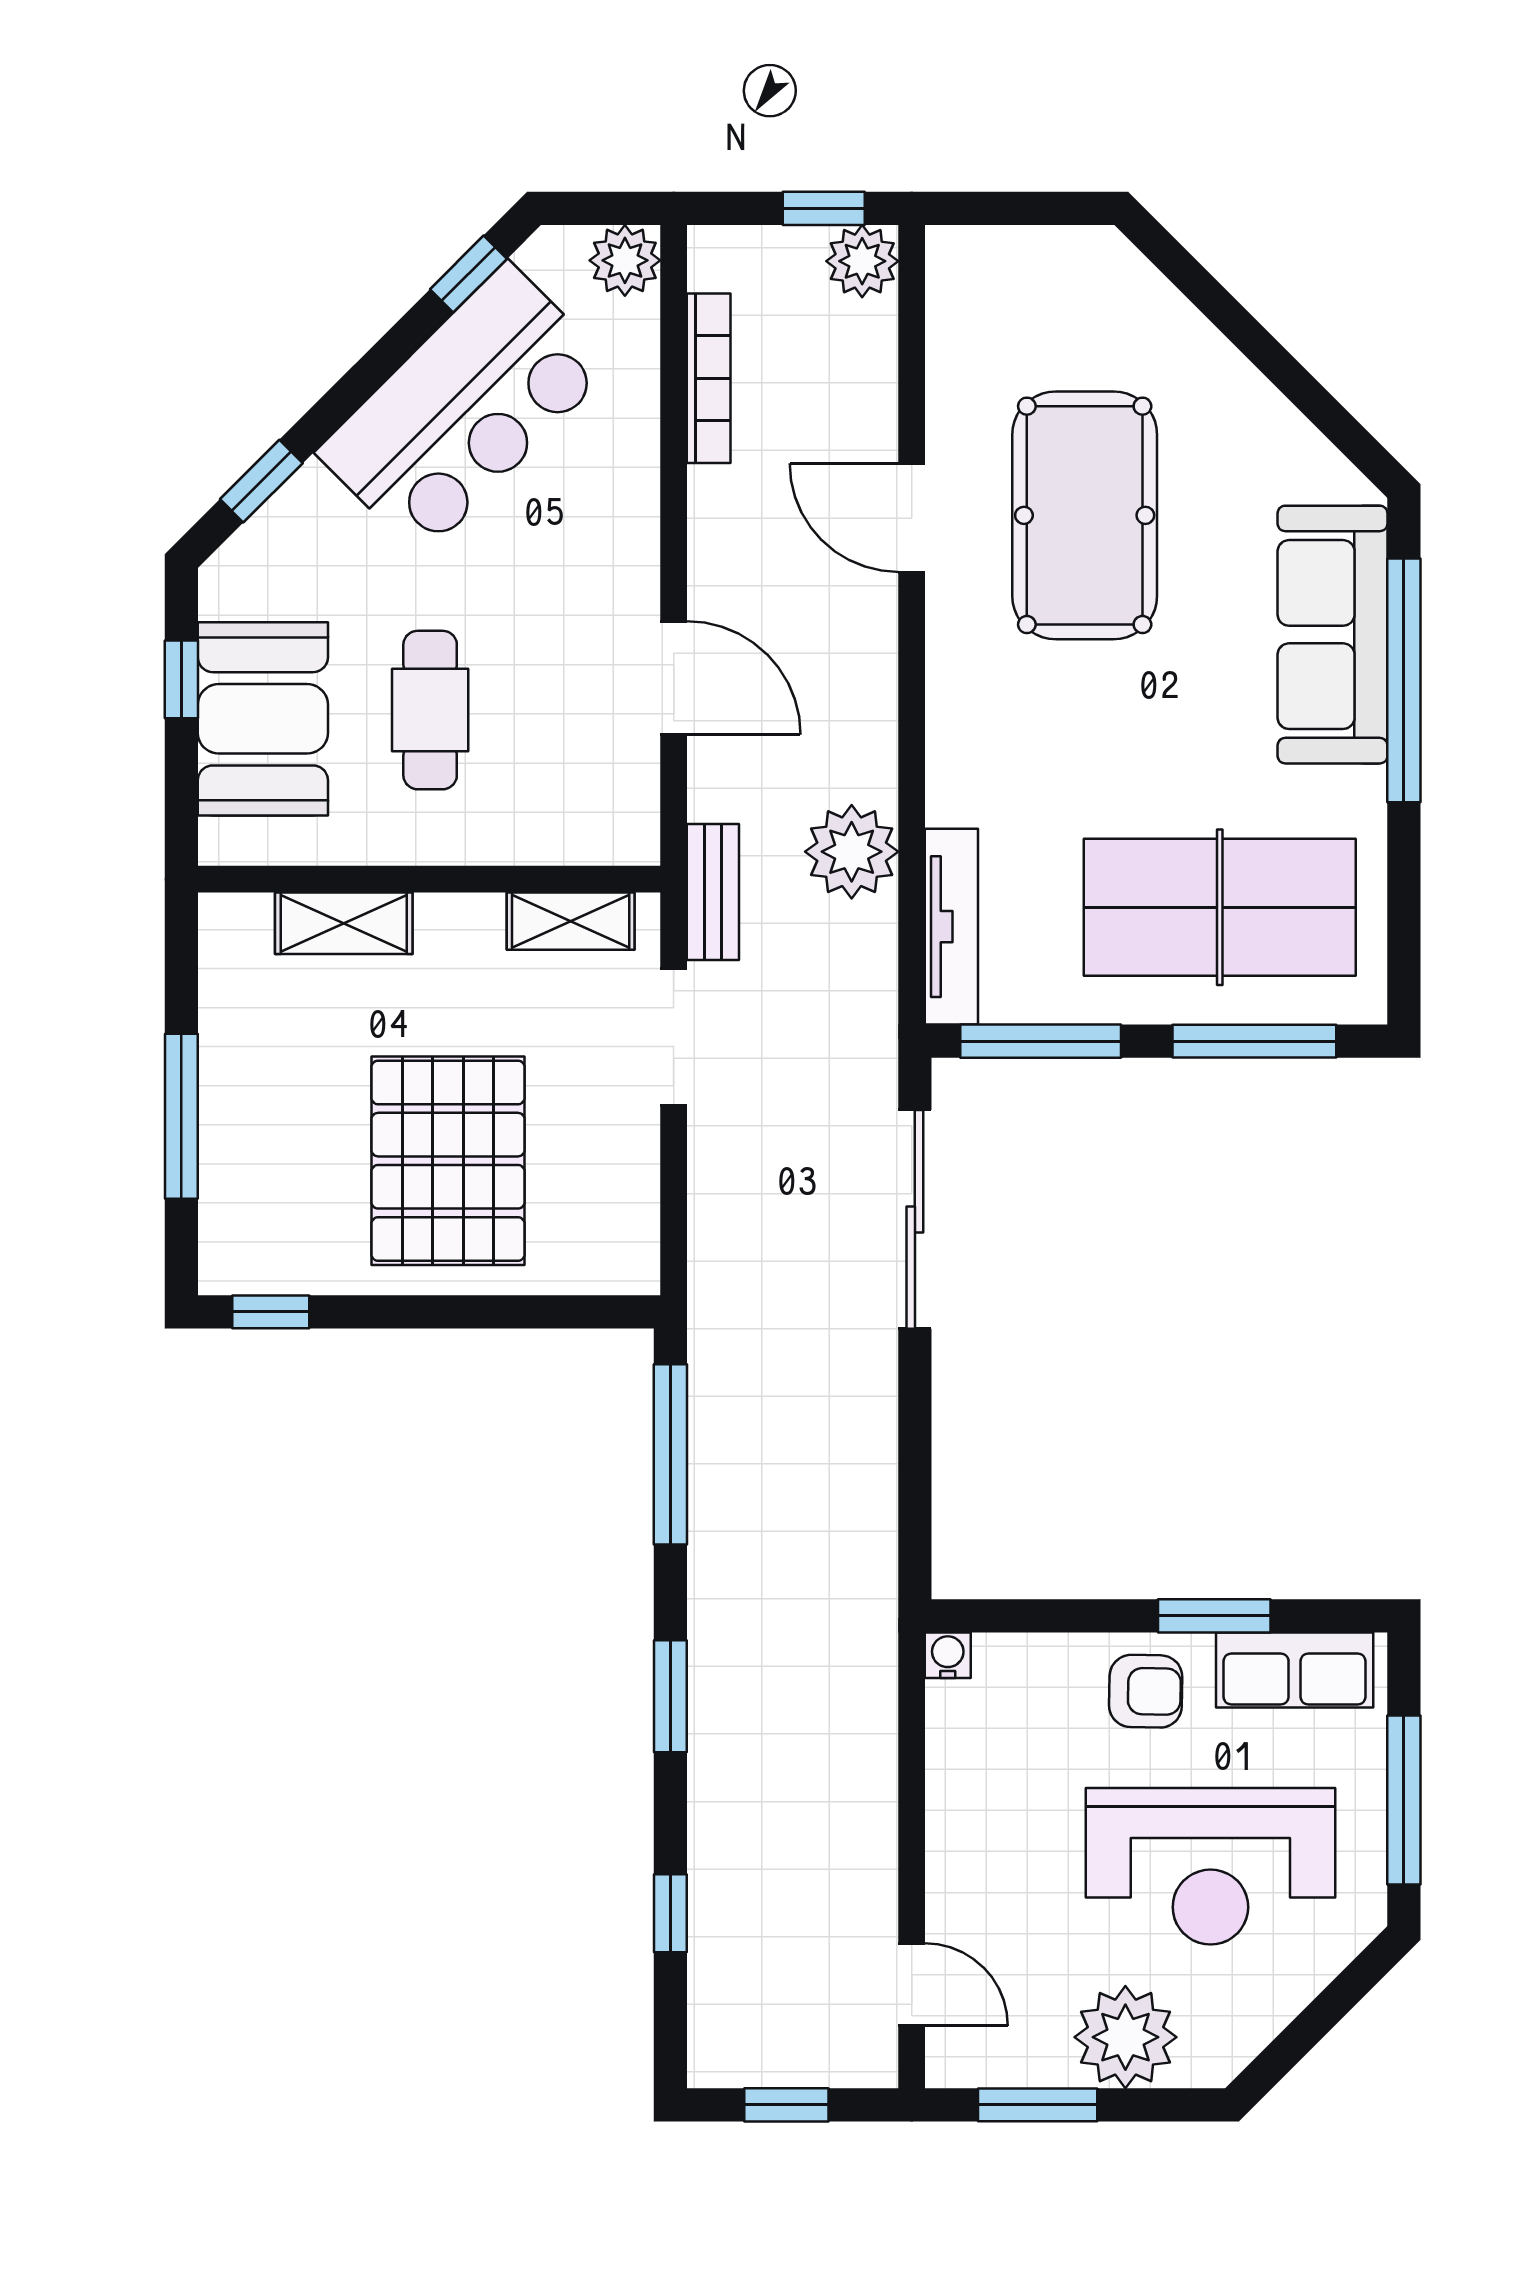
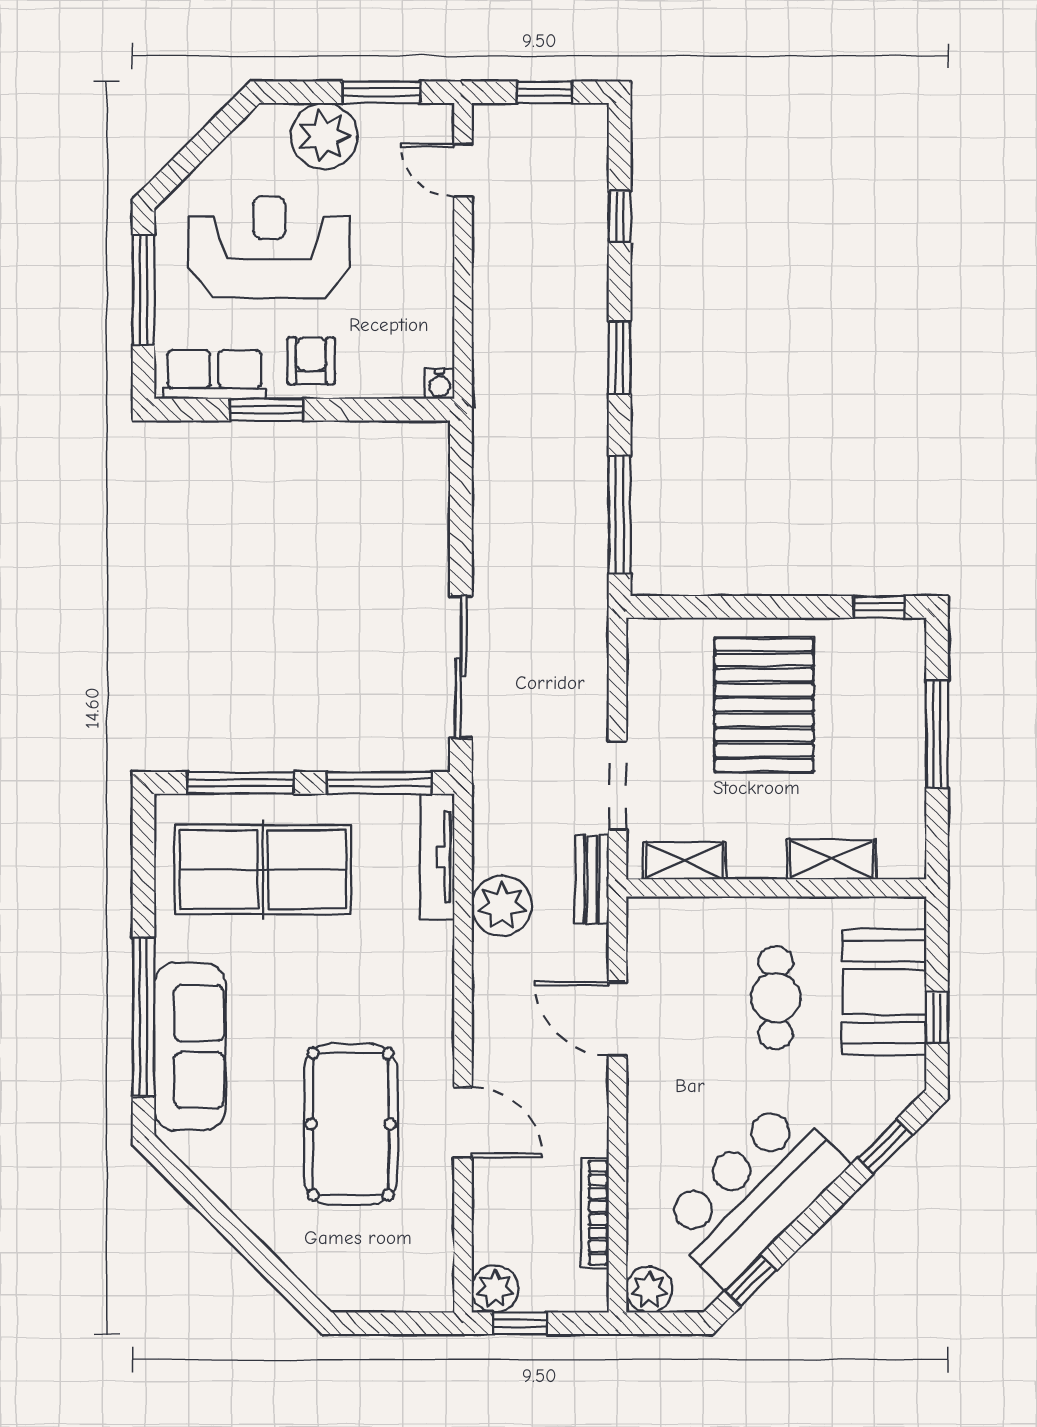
armchair: (1146, 1691) -> (311, 361), turned 89

